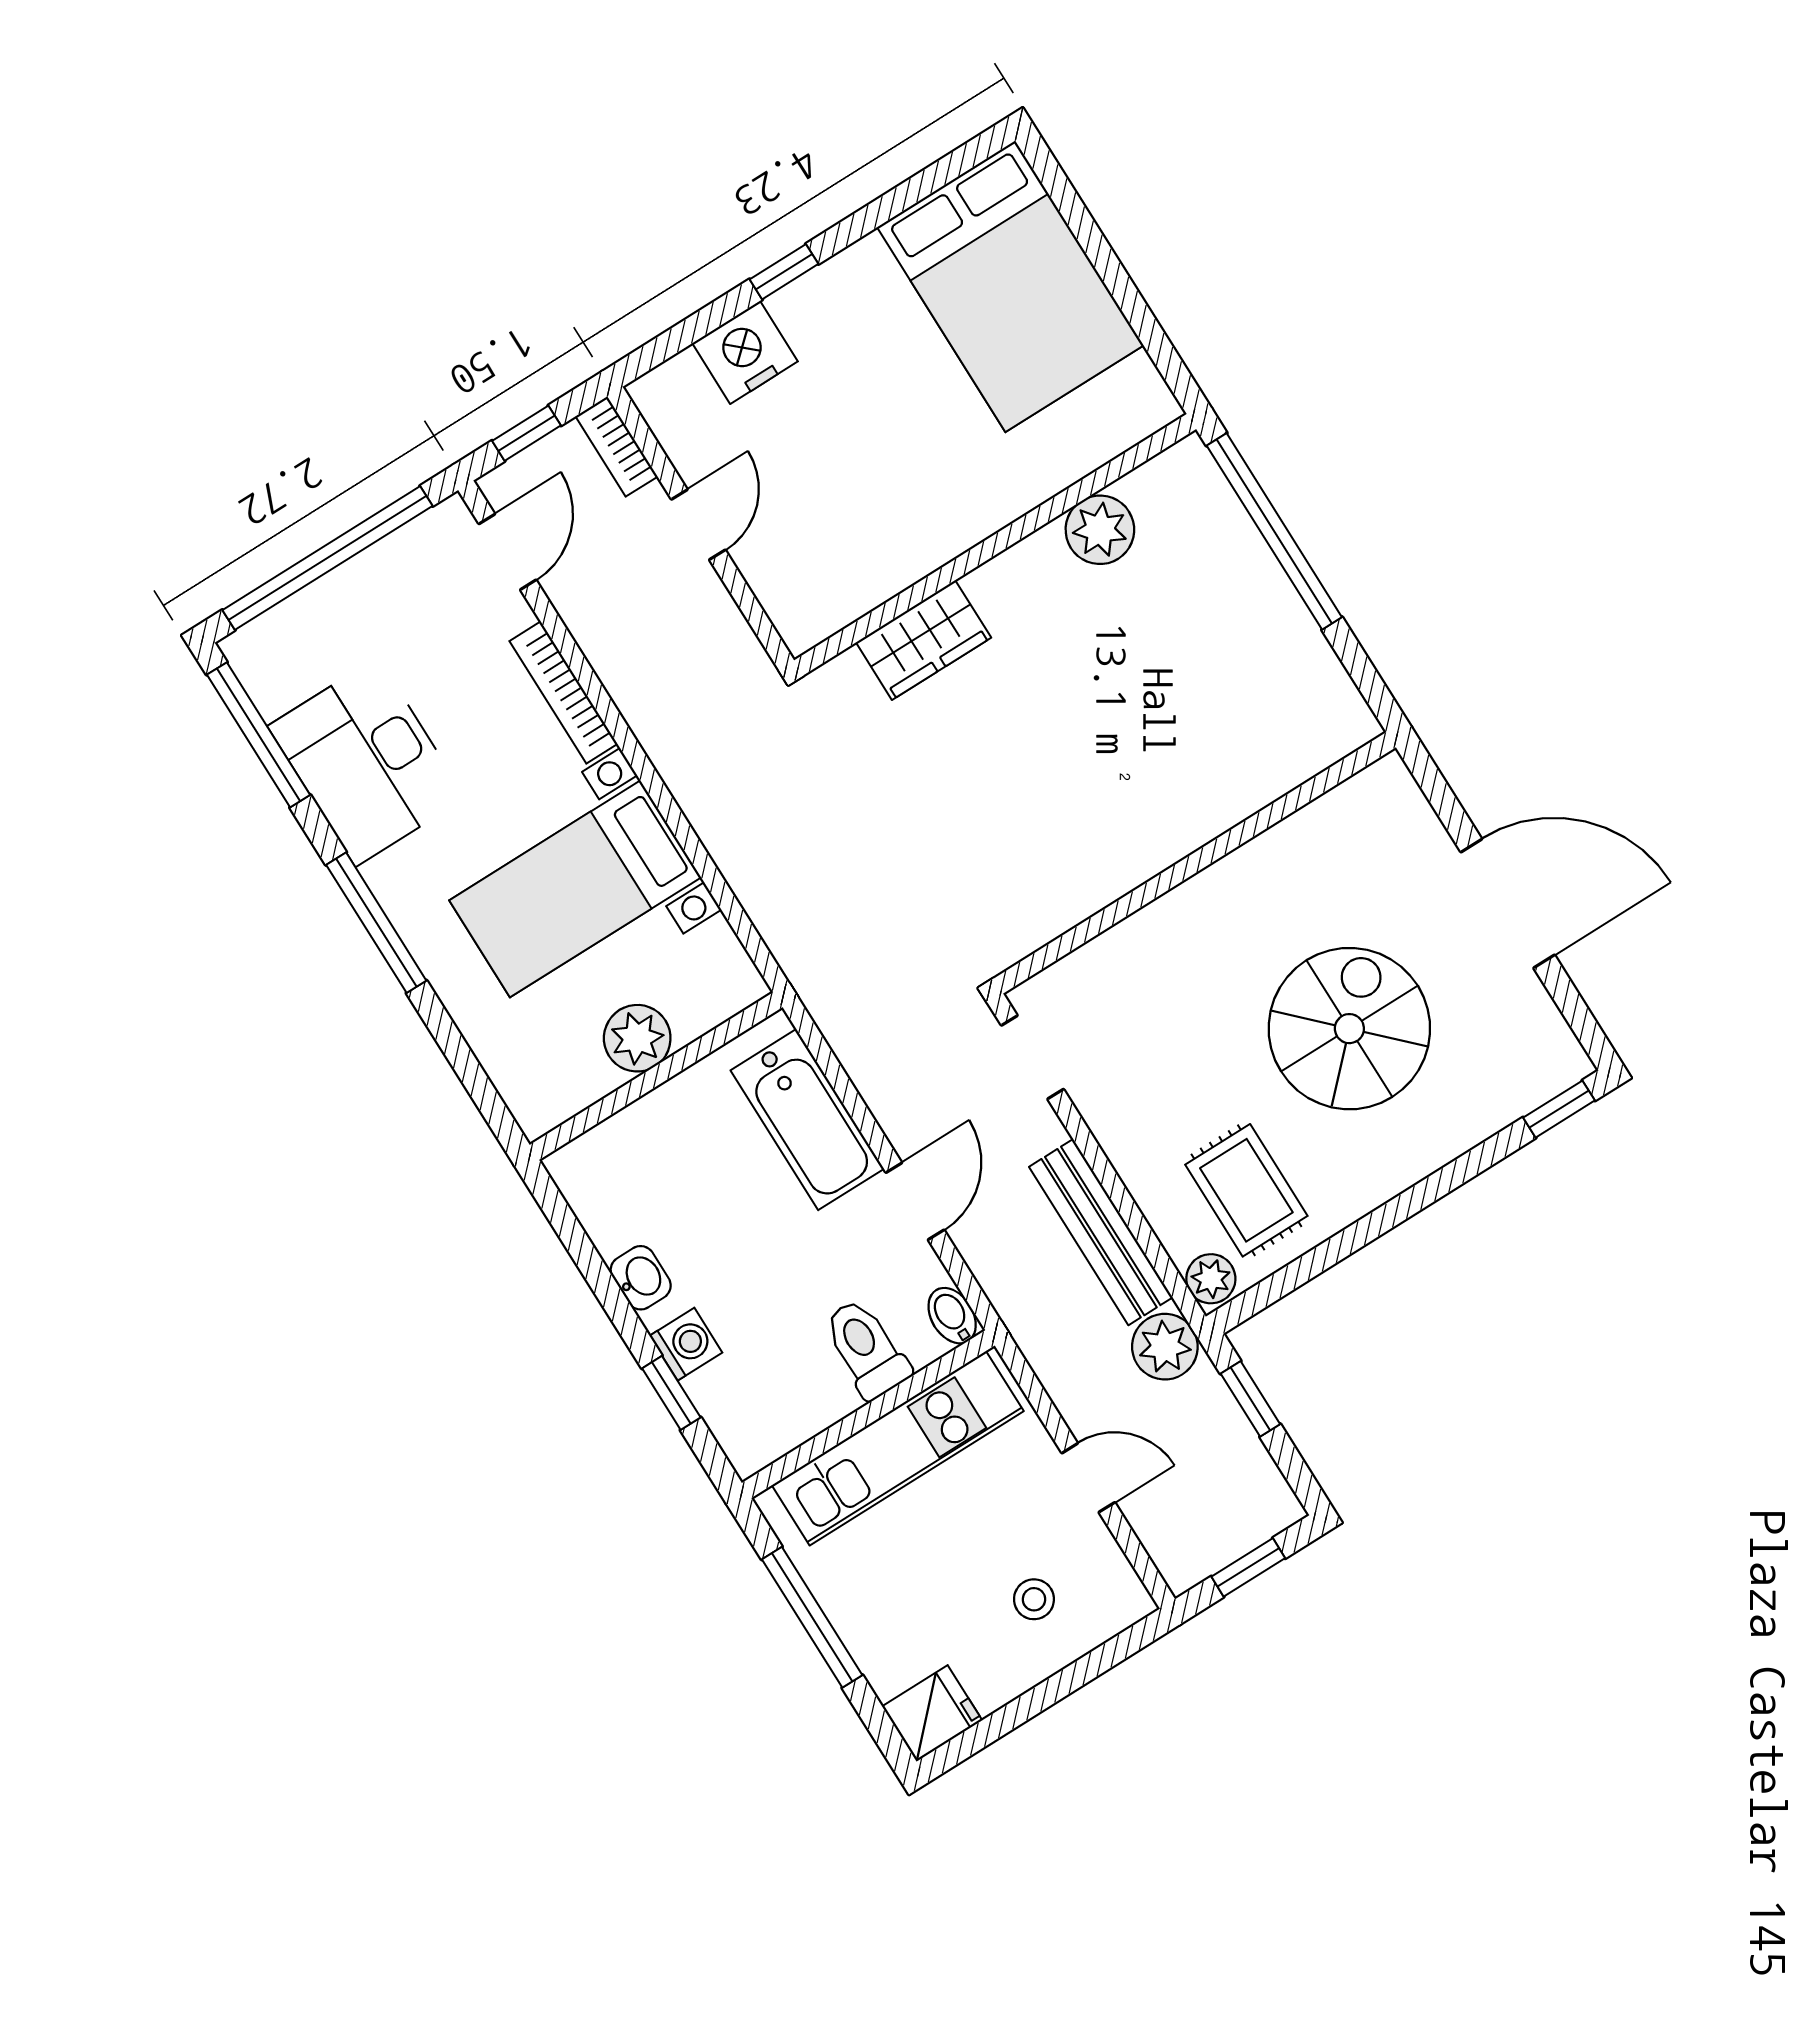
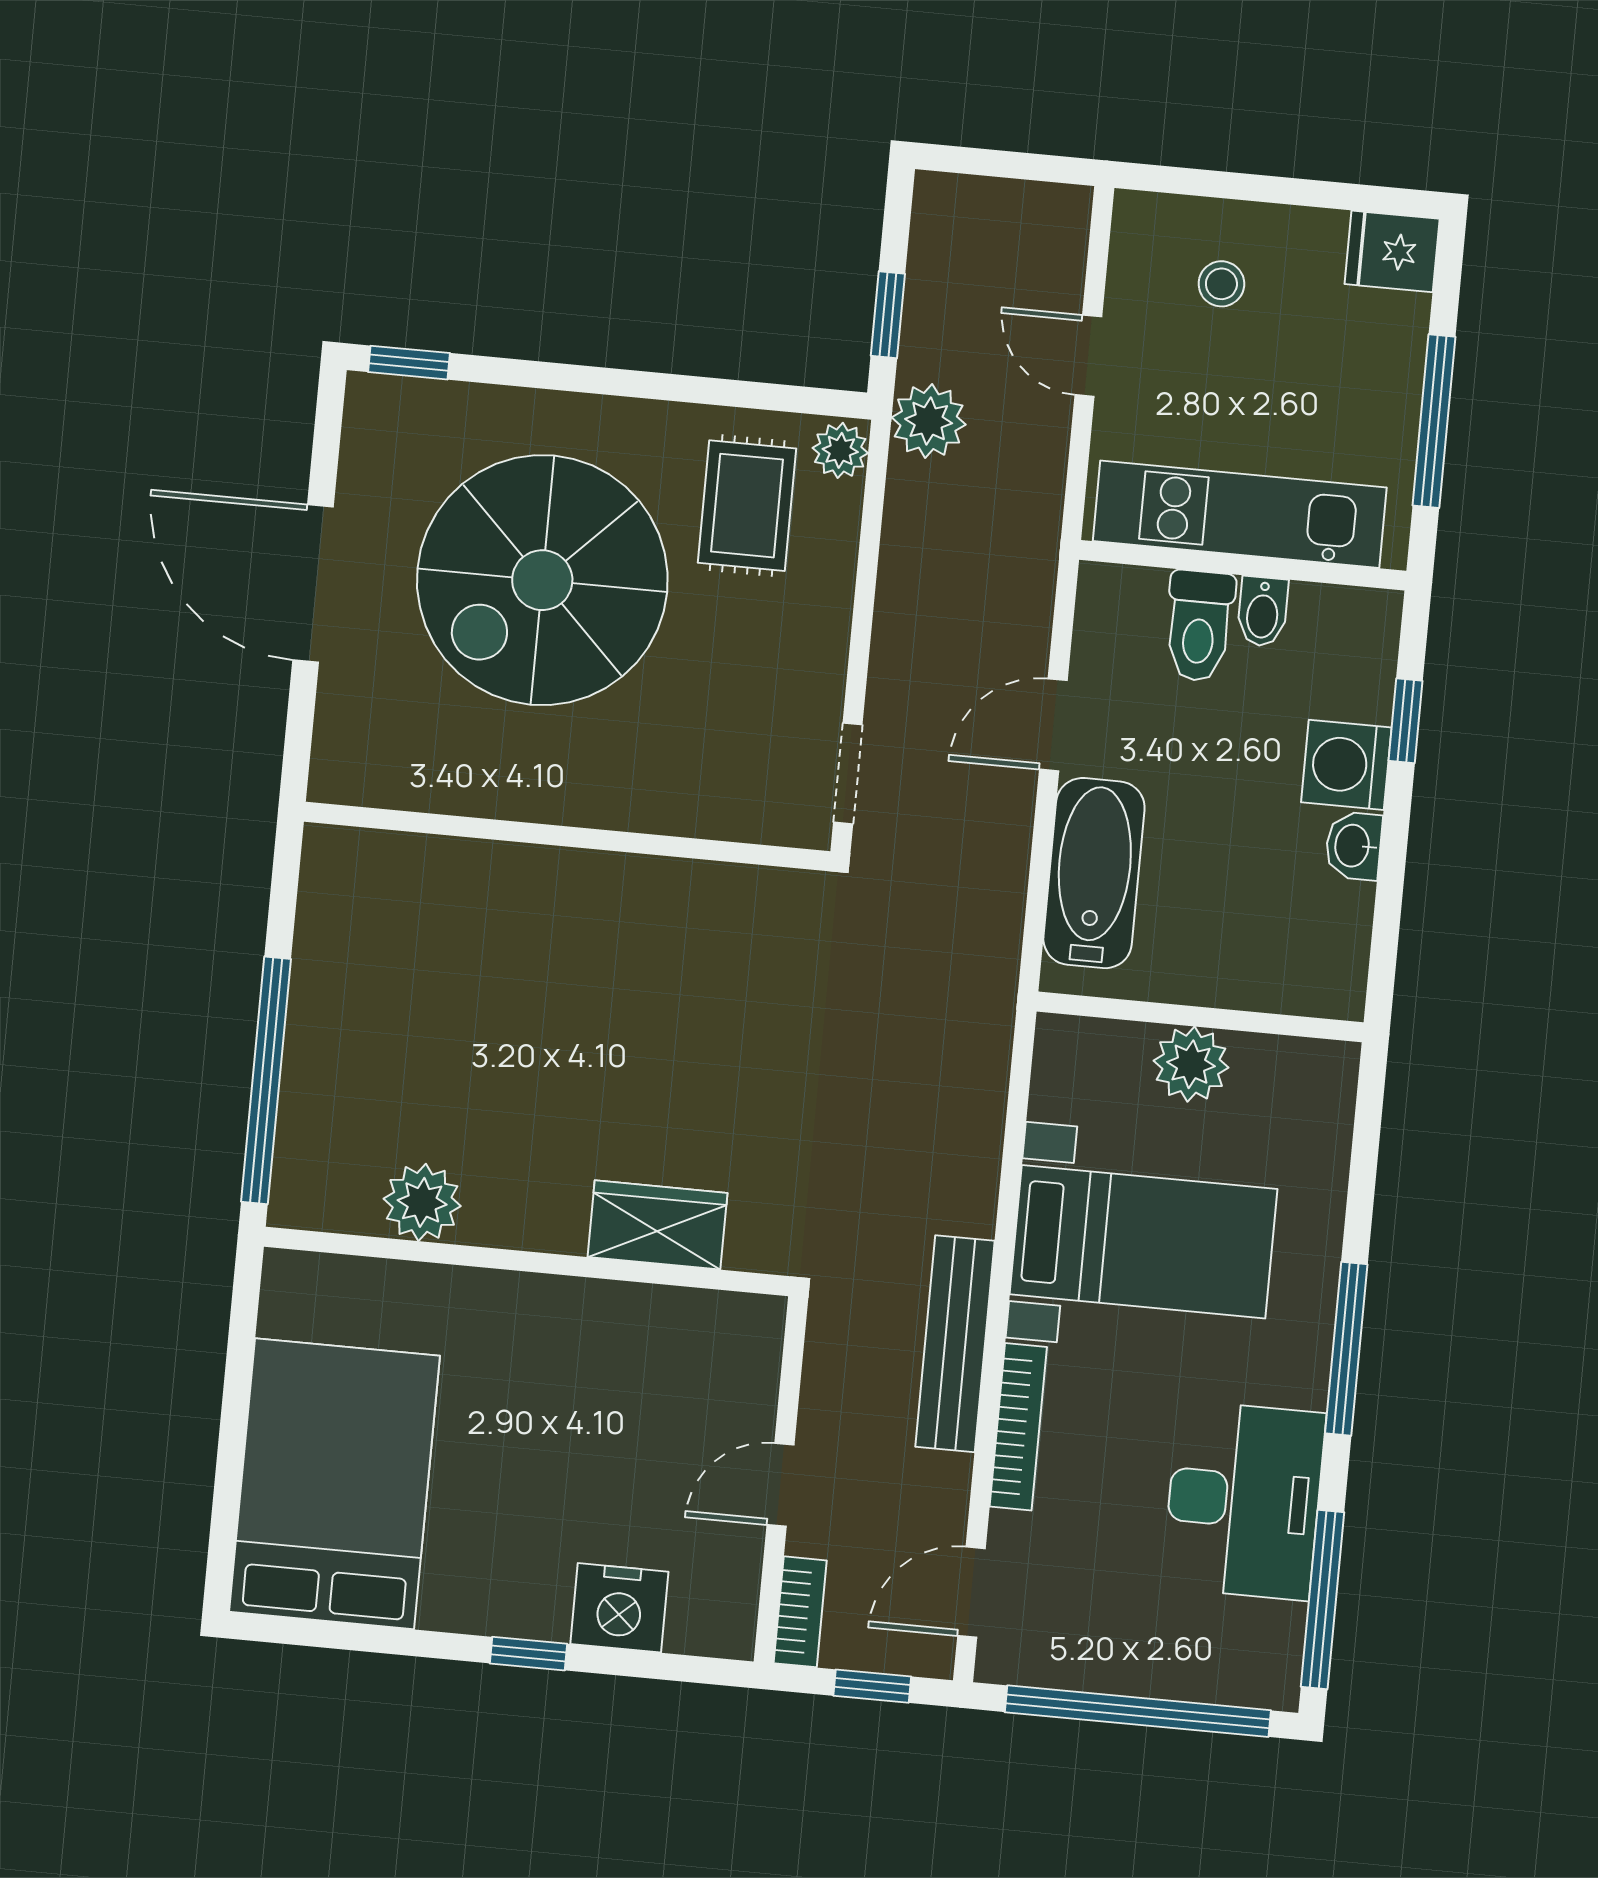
spiral stairs: (1349, 1029) -> (542, 580), width x1.37, depth x1.37
bench: (1101, 1232) -> (955, 1344), moved
bidet: (952, 1316) -> (1263, 612), moved
washing machine: (686, 1344) -> (1346, 765), width x1.38, depth x1.38
window: (1248, 1567) -> (1006, 164), removed

